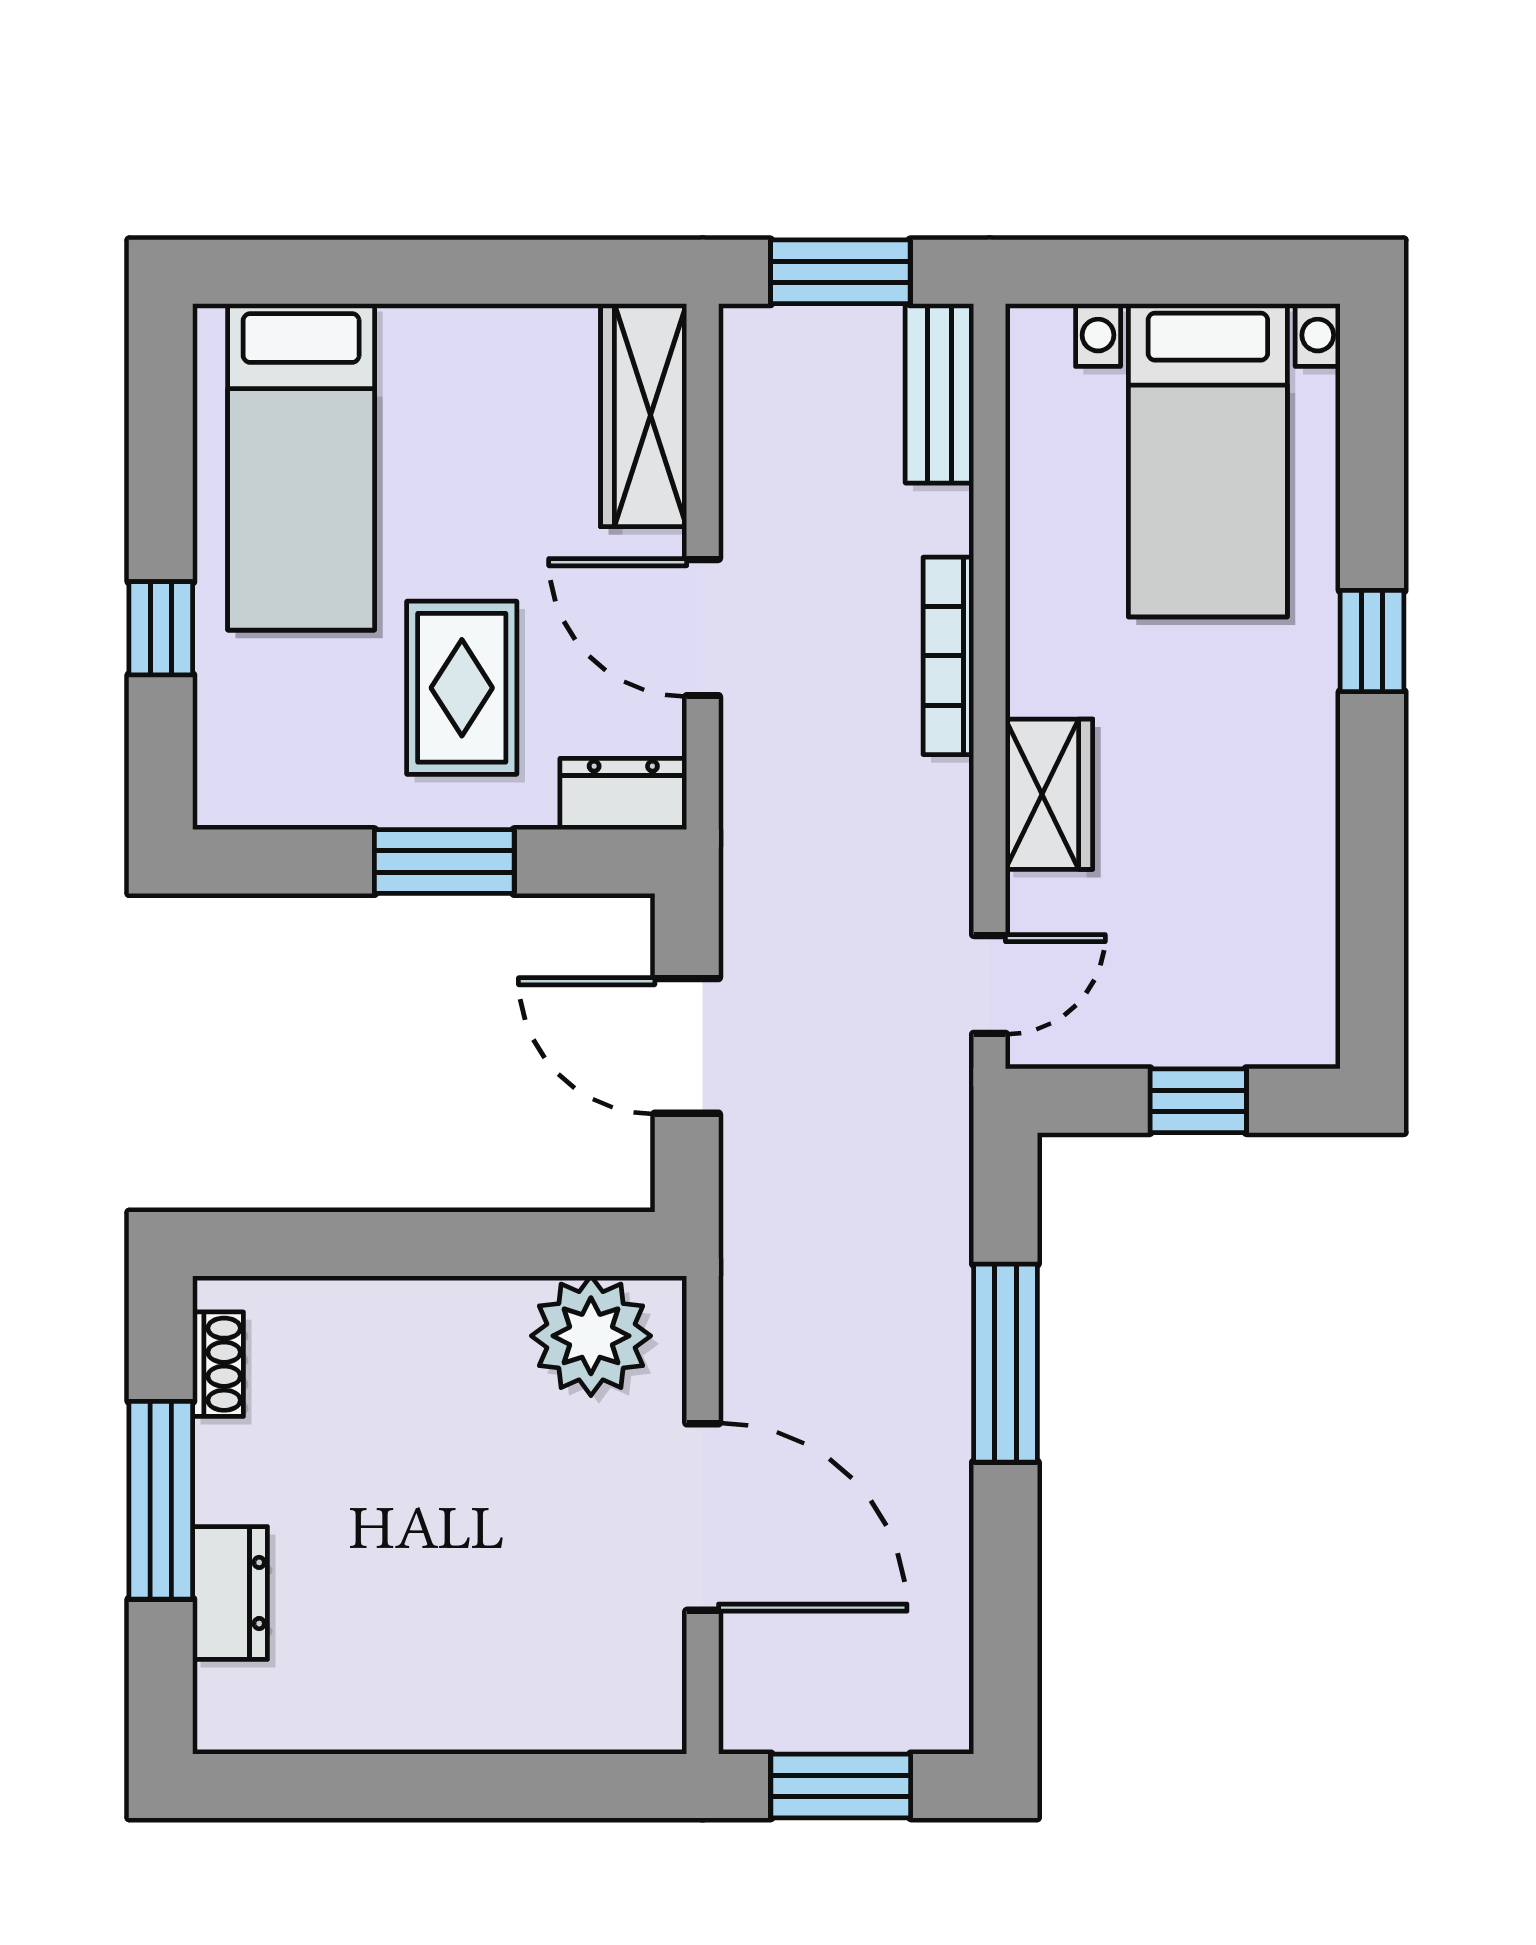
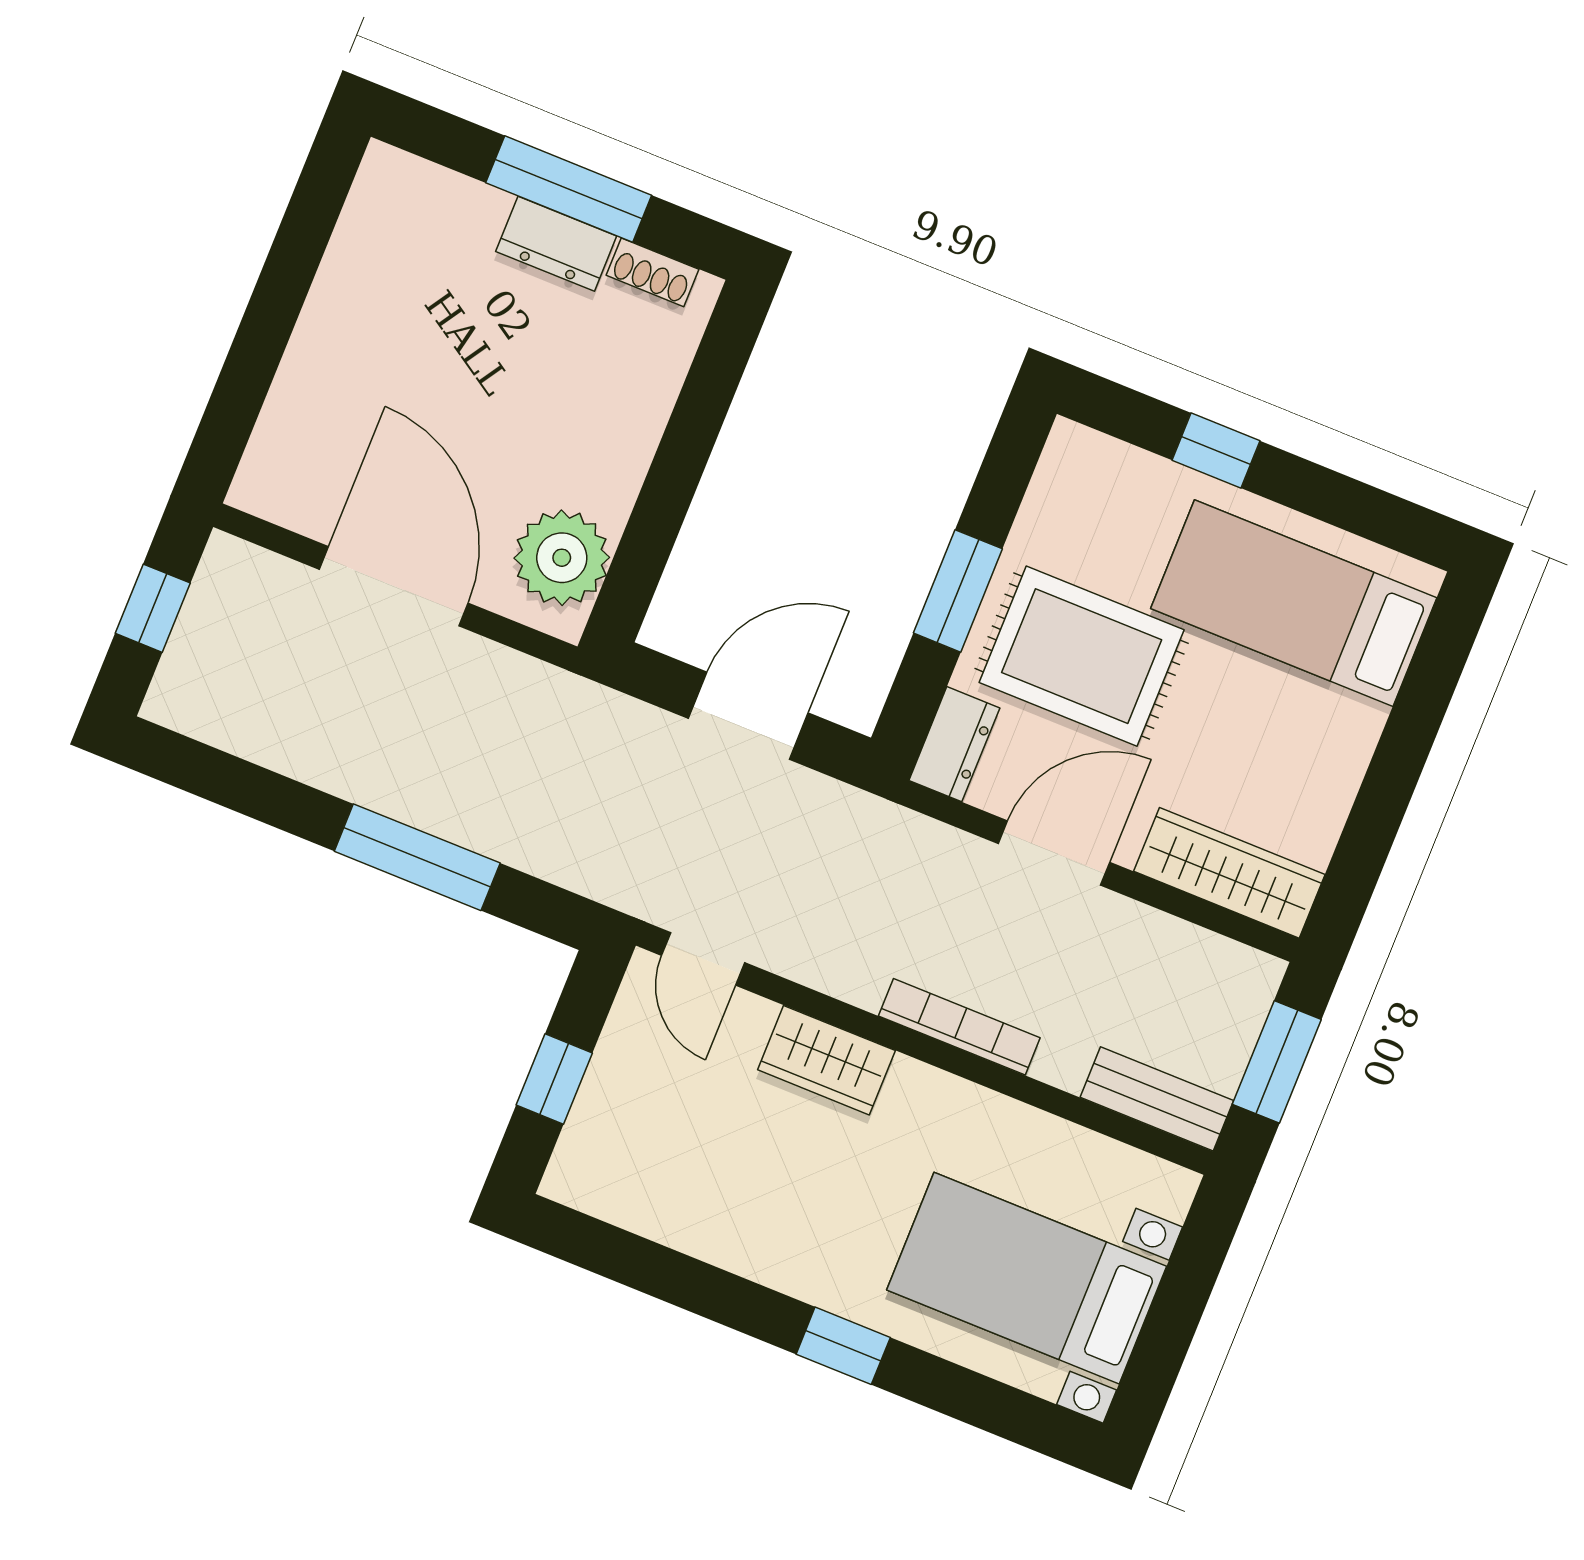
rug: (462, 688) -> (1082, 656), width x1.36, depth x1.43
door: (703, 1517) -> (394, 586), swing flipped
dresser: (230, 1593) -> (556, 244), moved
window: (841, 1786) -> (153, 608), width x0.67

